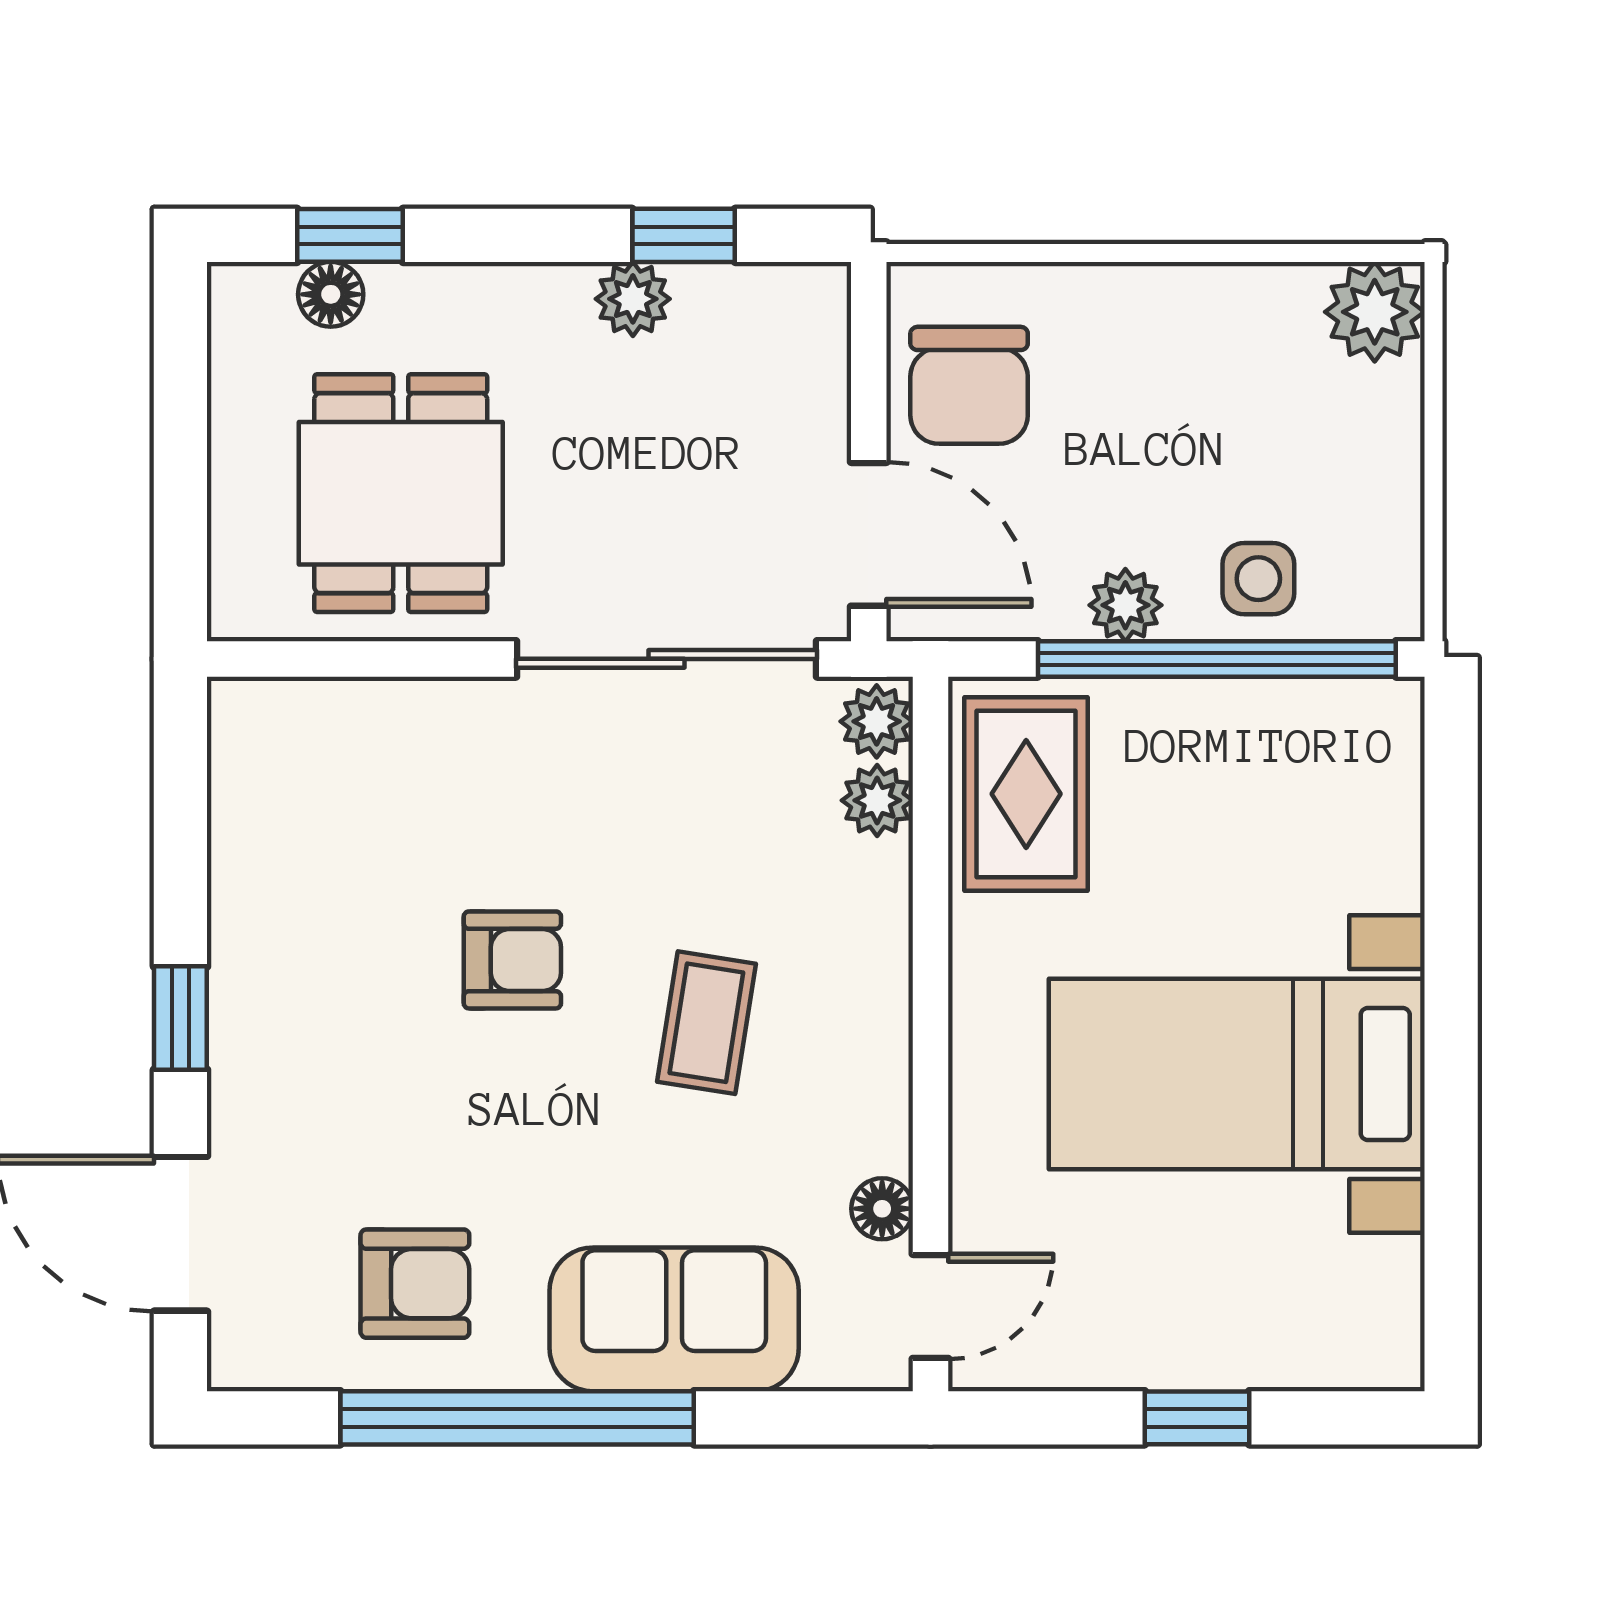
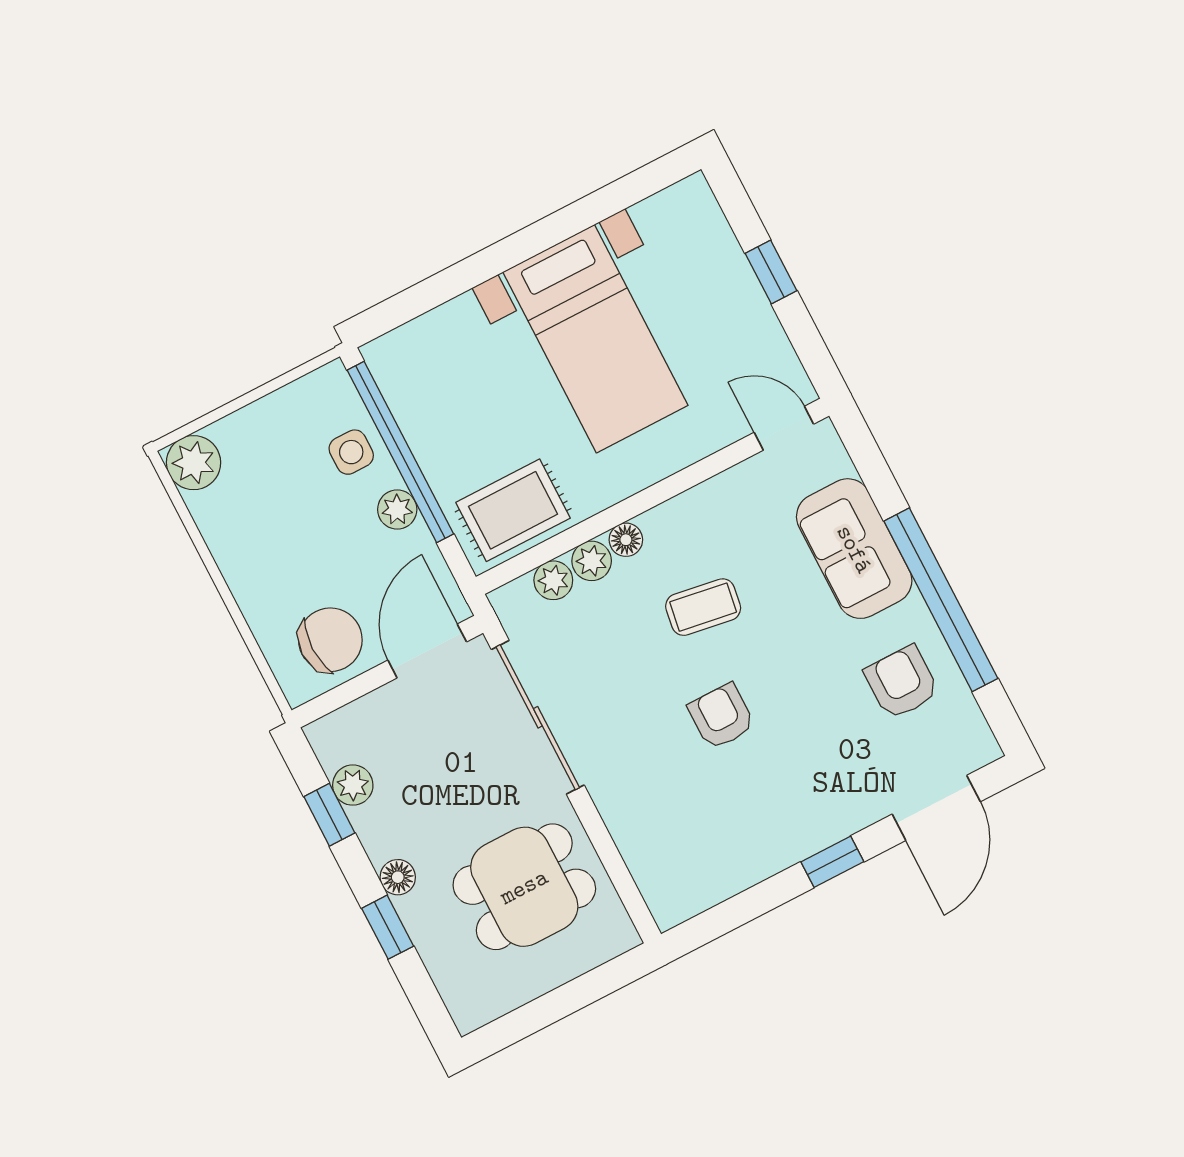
window: (350, 235) -> (388, 927), moved
floor lamp: (331, 294) -> (398, 877), moved
plant: (633, 299) -> (353, 785), moved
plant: (877, 721) -> (592, 561), moved
floor lamp: (882, 1209) -> (626, 540), moved

